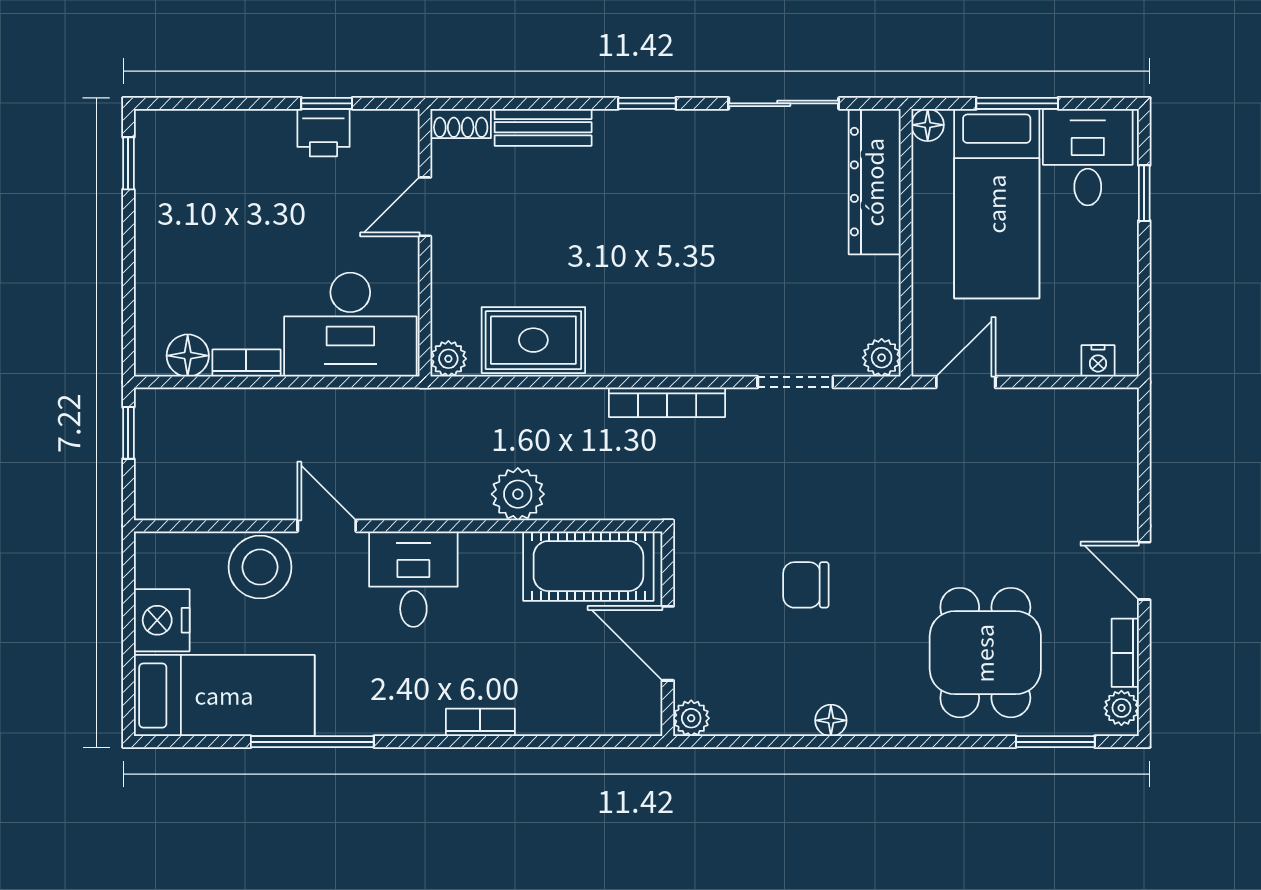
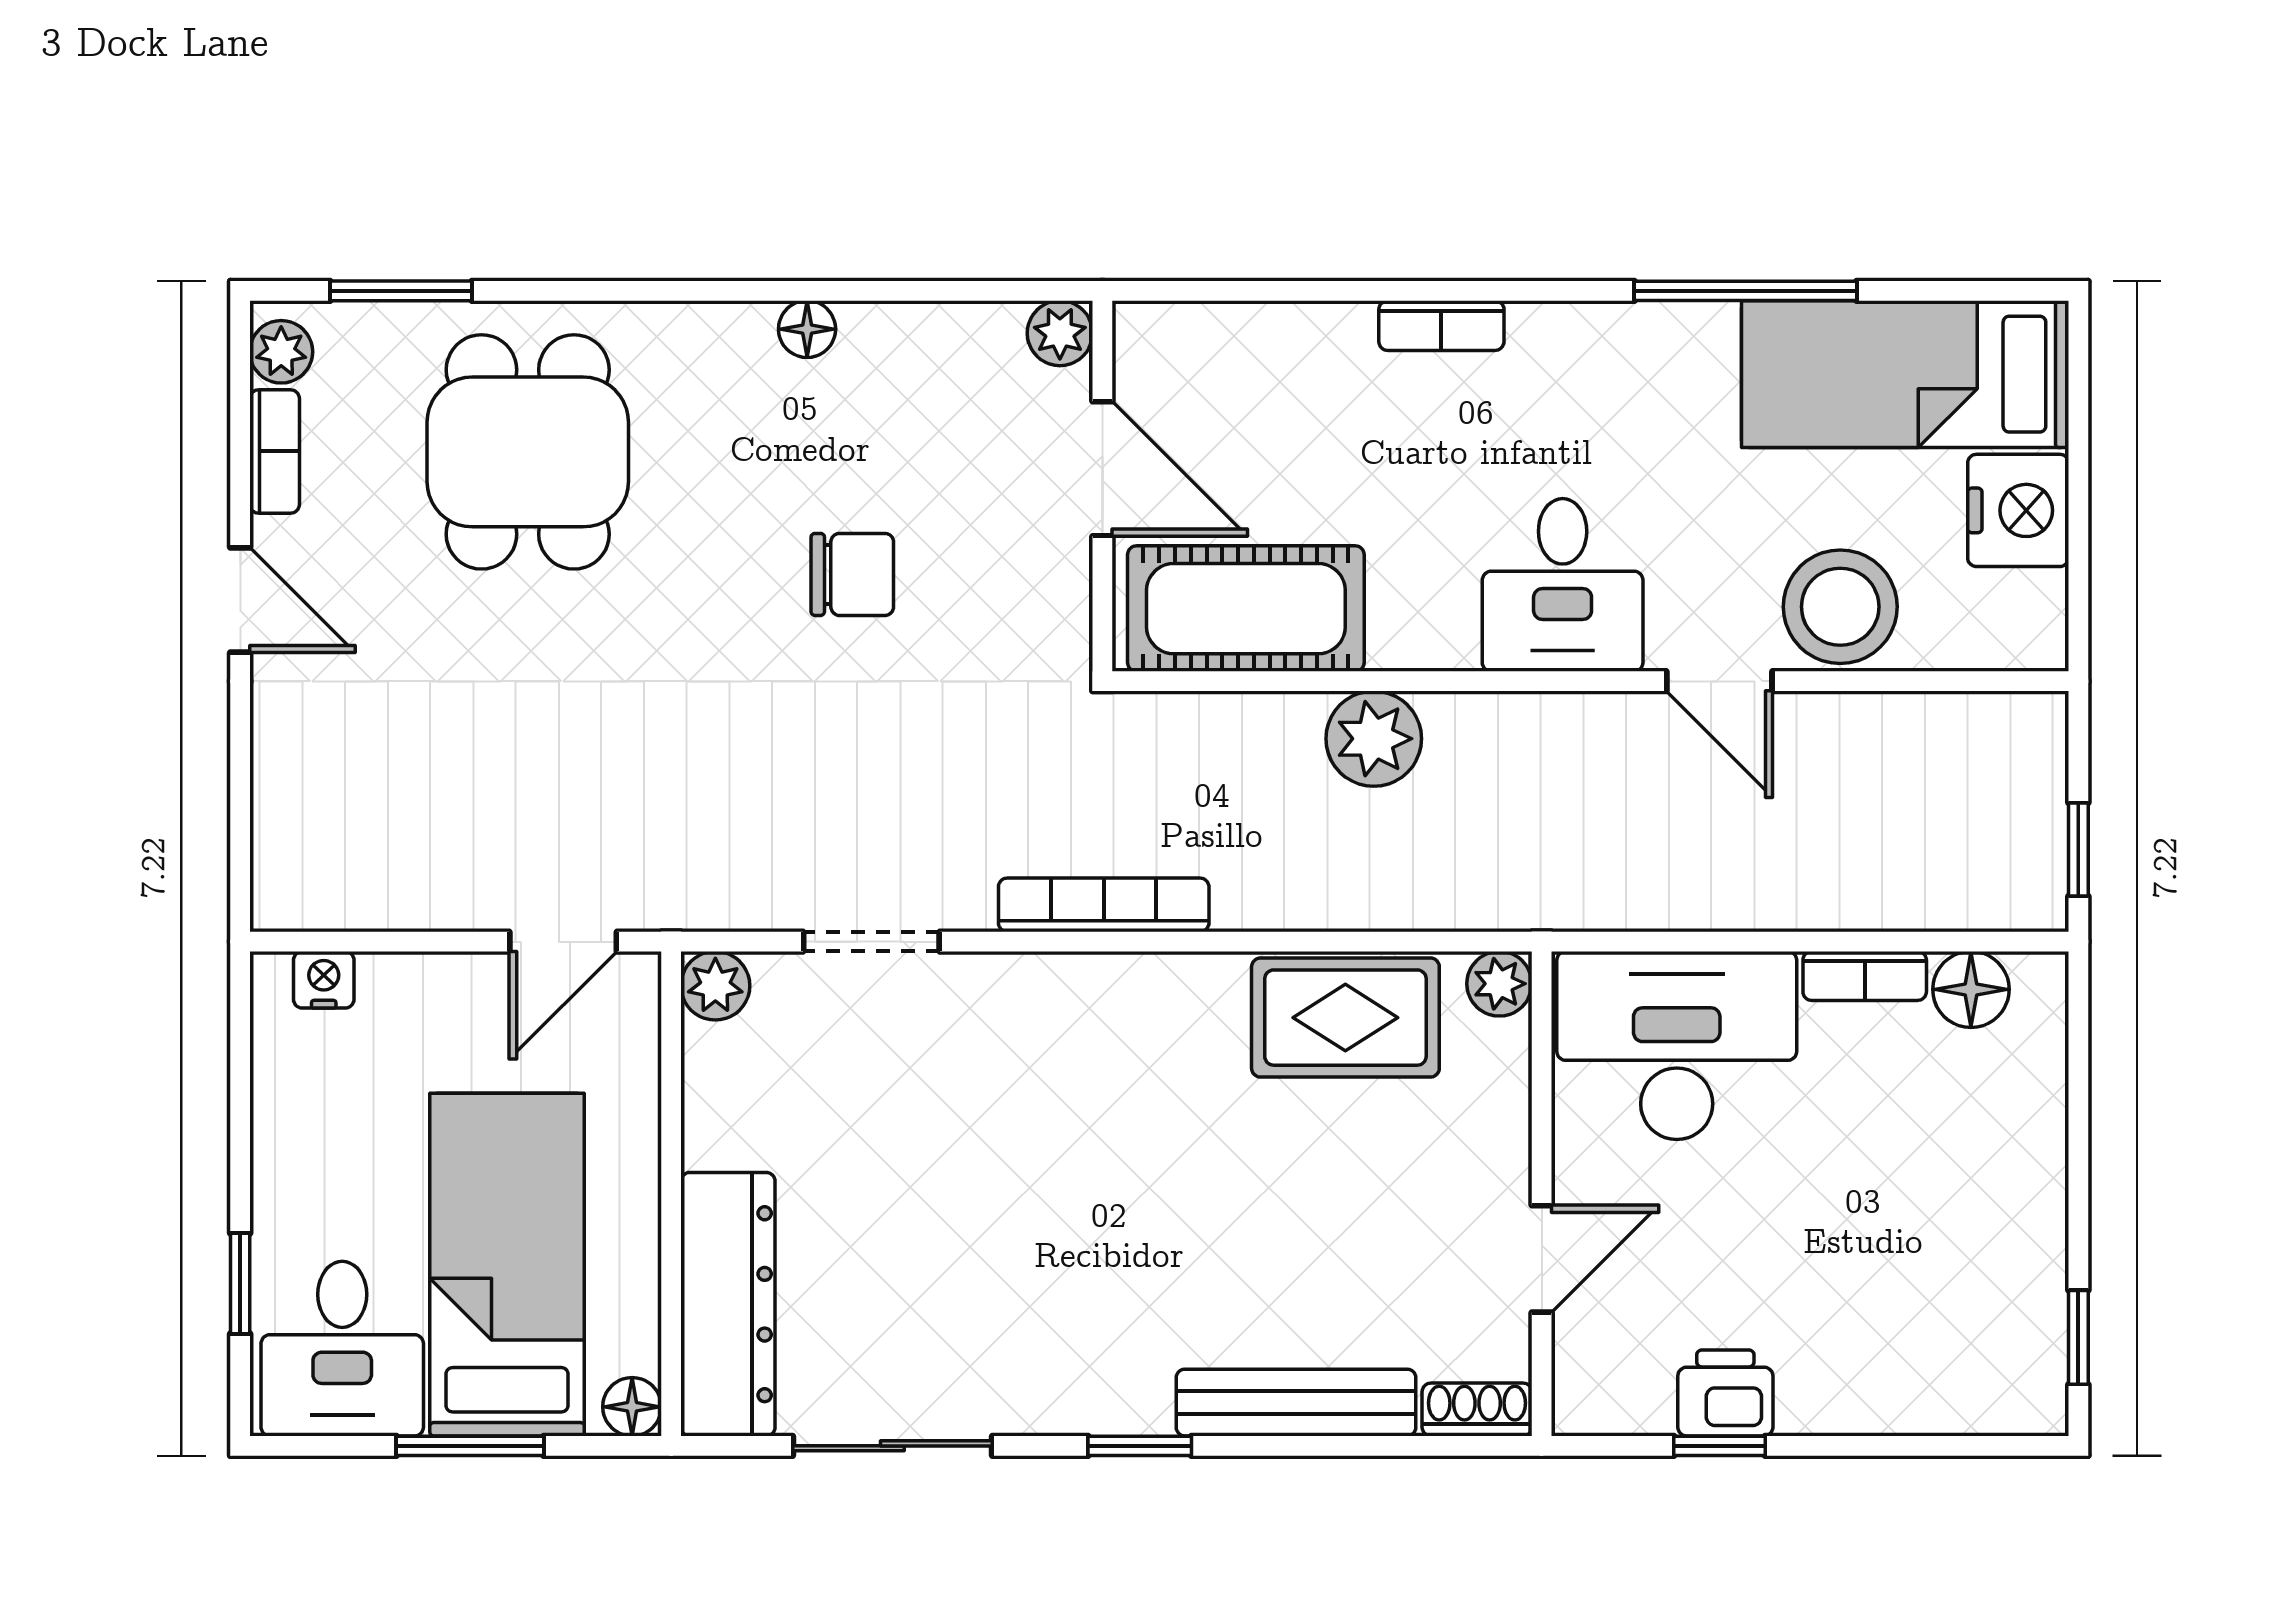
bench: (543, 127) -> (1296, 1403), width x1.36

